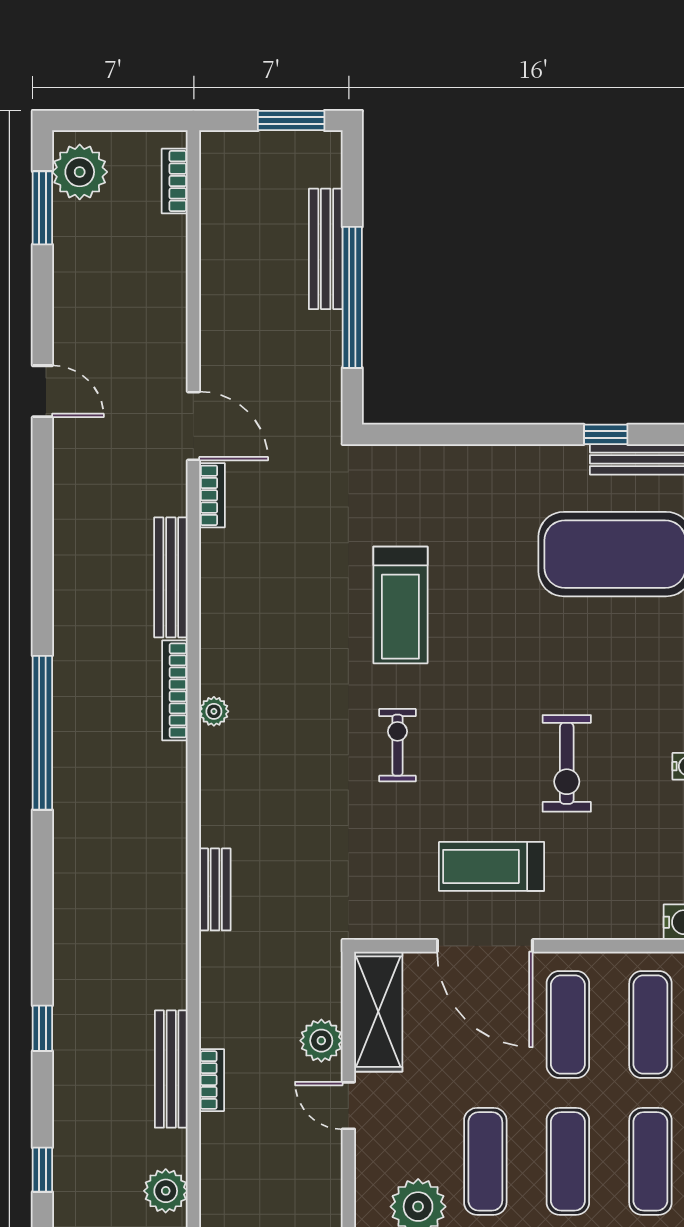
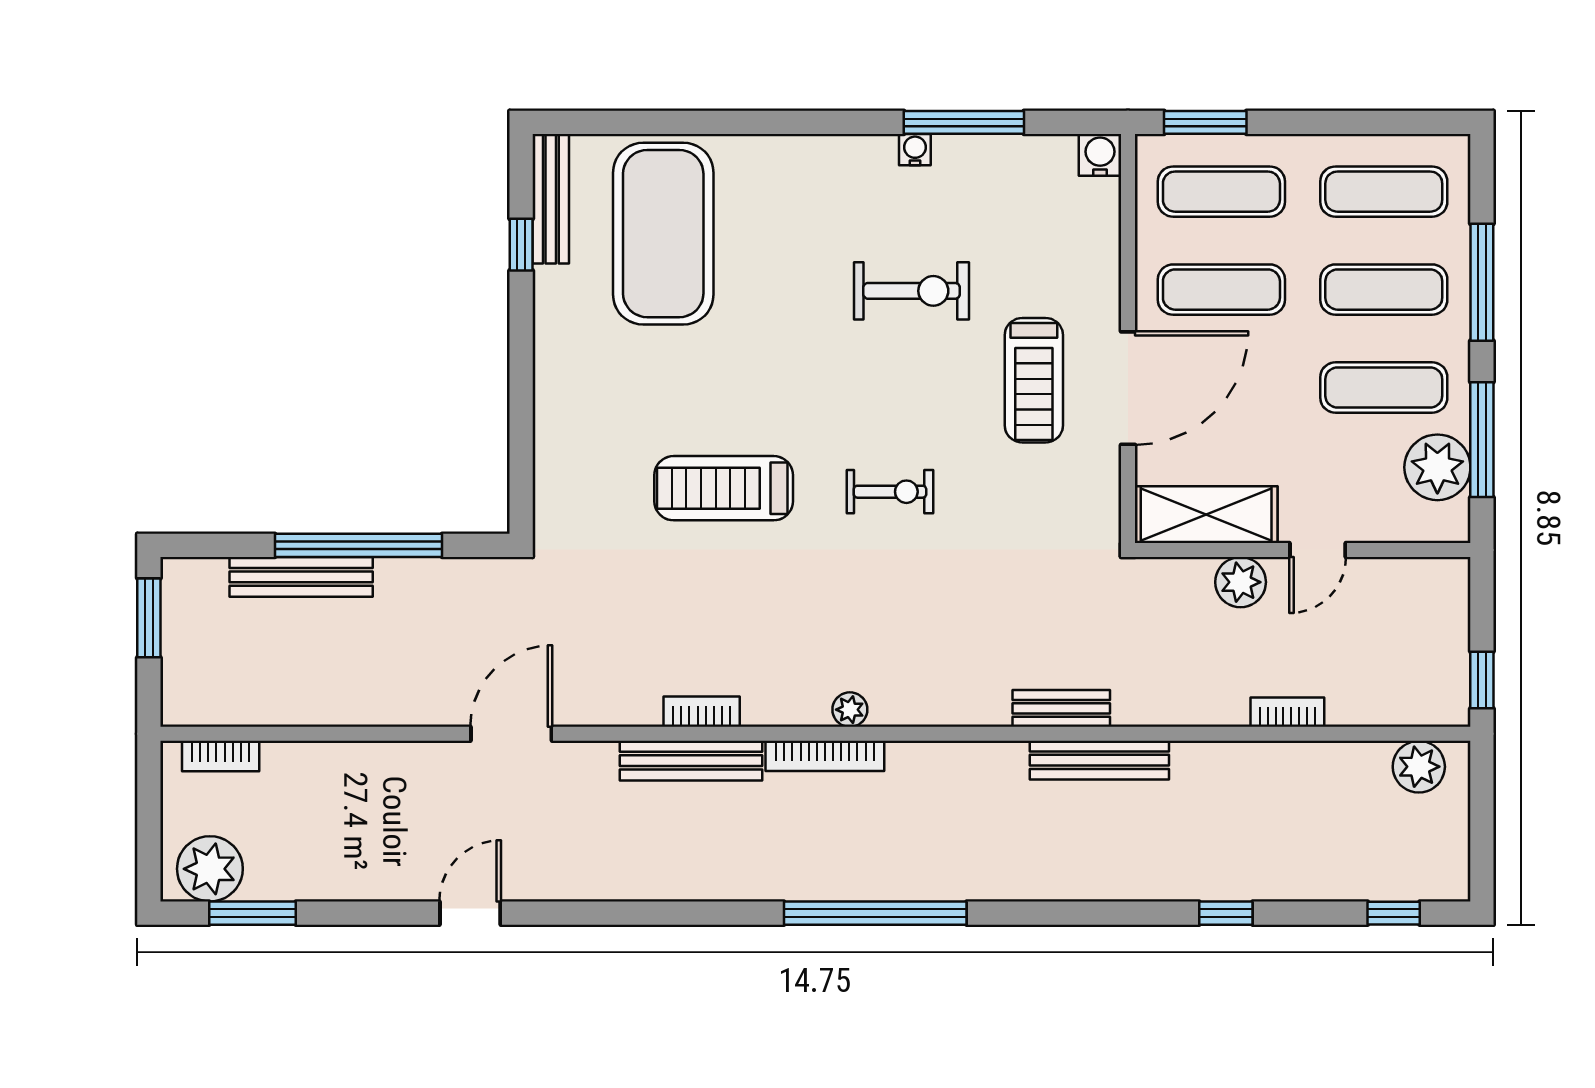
bookcase: (212, 495) -> (702, 712), moved
treadmill: (400, 605) -> (724, 488), turned 180
exercise bike: (398, 745) -> (890, 492), turned 180
bench: (171, 1069) -> (1099, 760), moved

